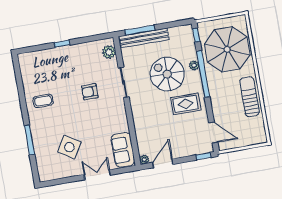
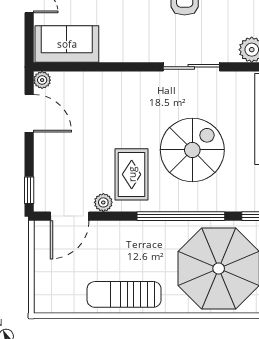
plant: (194, 65) -> (103, 202), moved
sun lounger: (249, 97) -> (124, 294), turned 180

